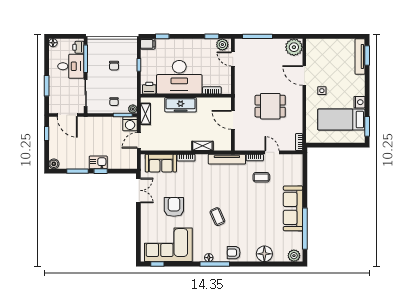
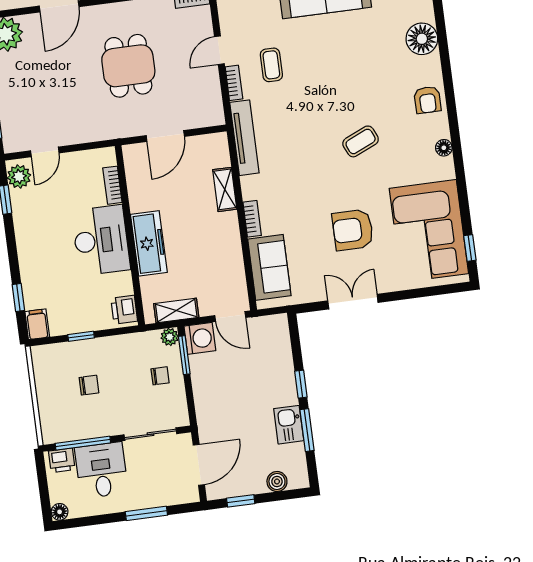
desk: (179, 77) -> (101, 240), width x0.73, depth x0.77
kitchen sink: (98, 162) -> (289, 425), moved
boiler: (54, 164) -> (277, 482), moved
double door: (138, 190) -> (353, 302), moved
window: (215, 264) -> (455, 134), removed

